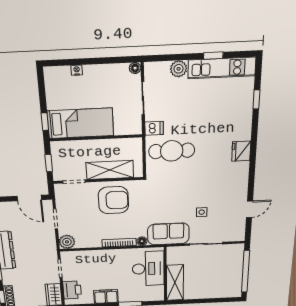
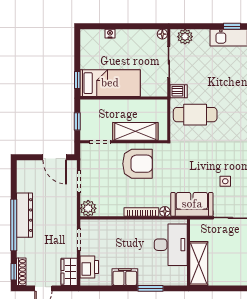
plant: (179, 69) -> (185, 37), moved

